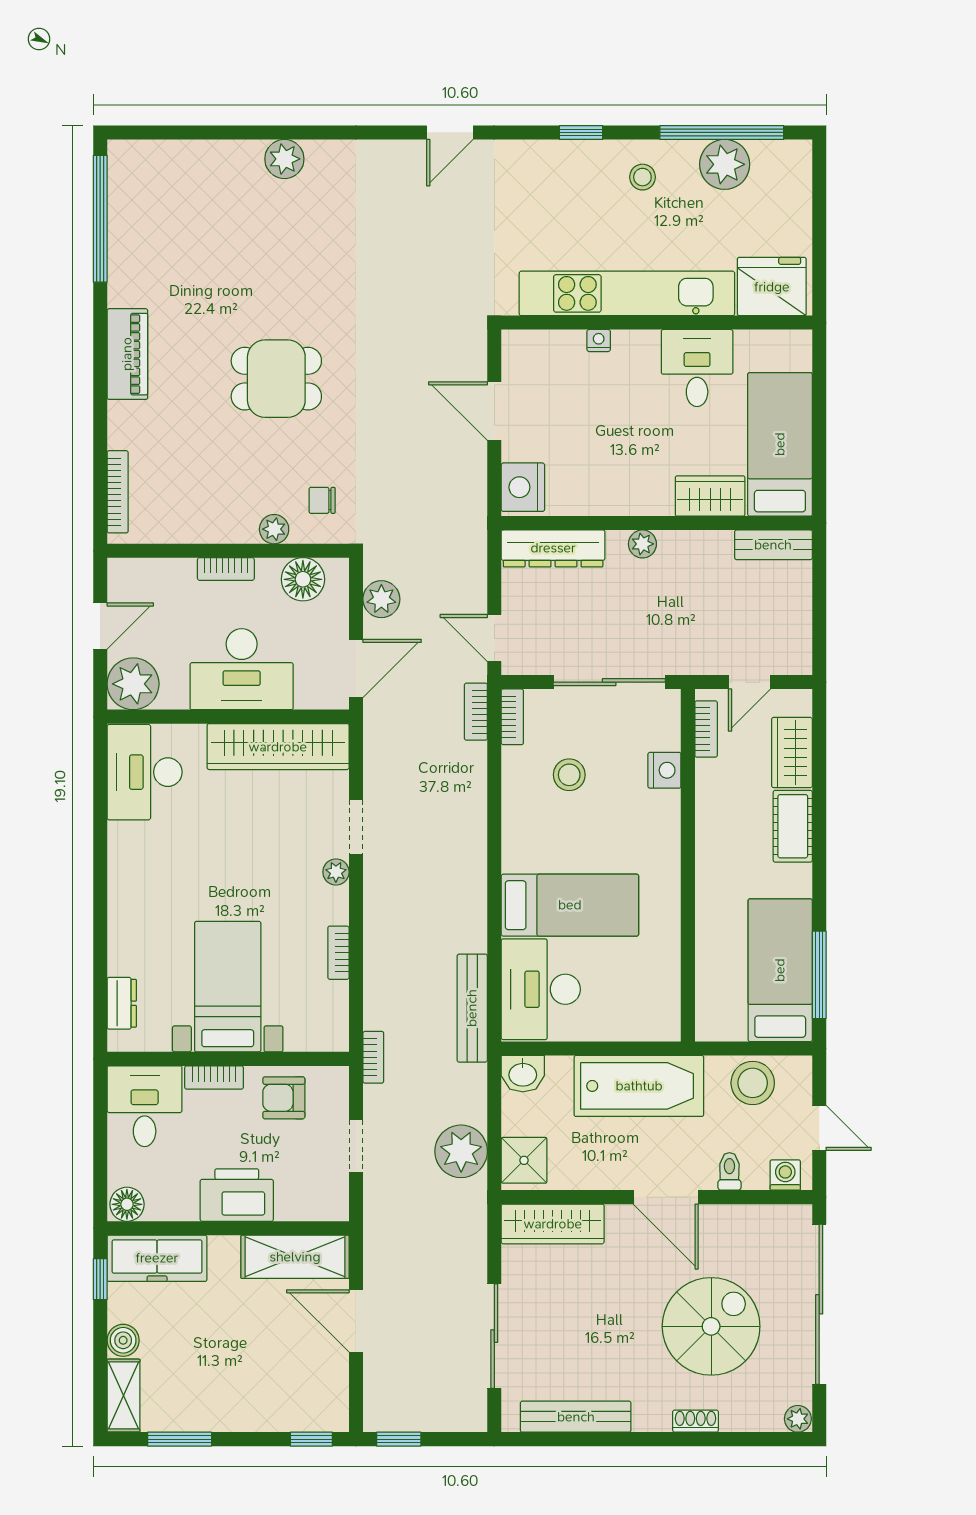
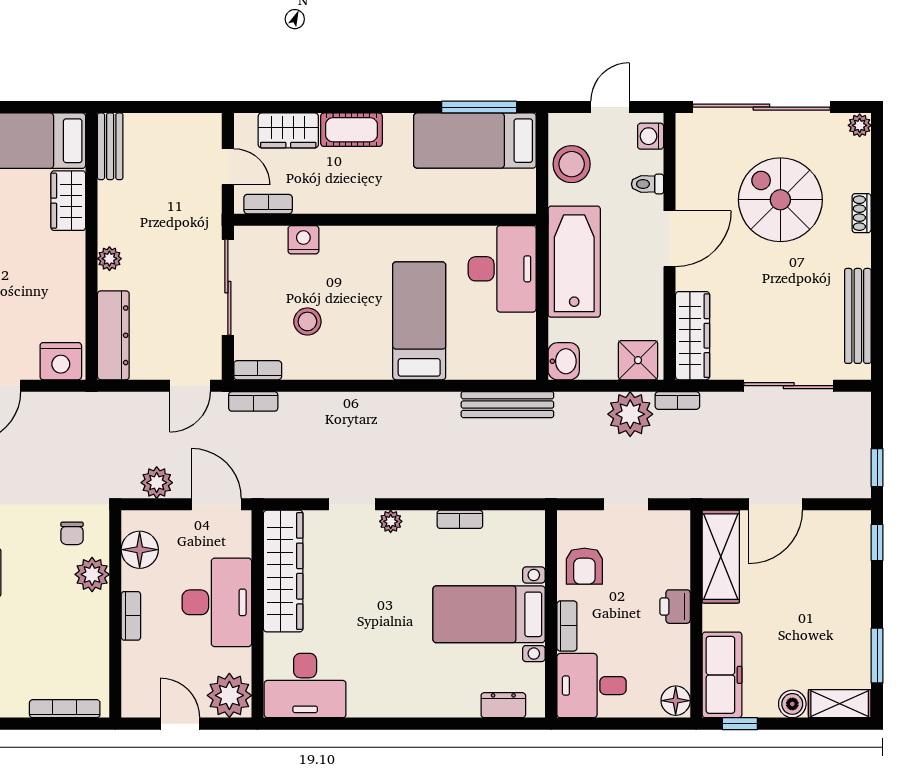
plant: (274, 529) -> (92, 574), width x1.38, depth x1.38
desk: (541, 989) -> (502, 269), moved, turned -90
bookcase: (373, 1057) -> (677, 401), moved, turned 180
printer: (237, 1195) -> (675, 607), width x0.53, depth x0.68

